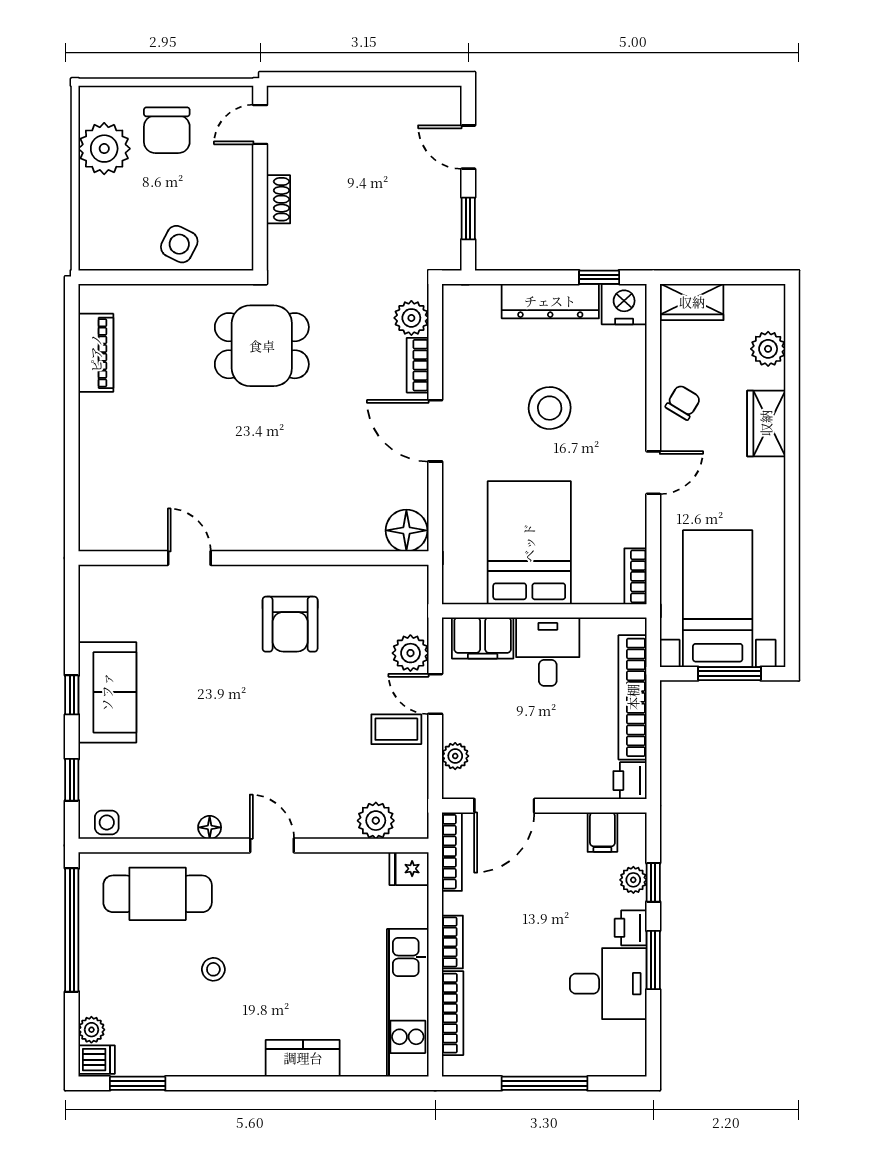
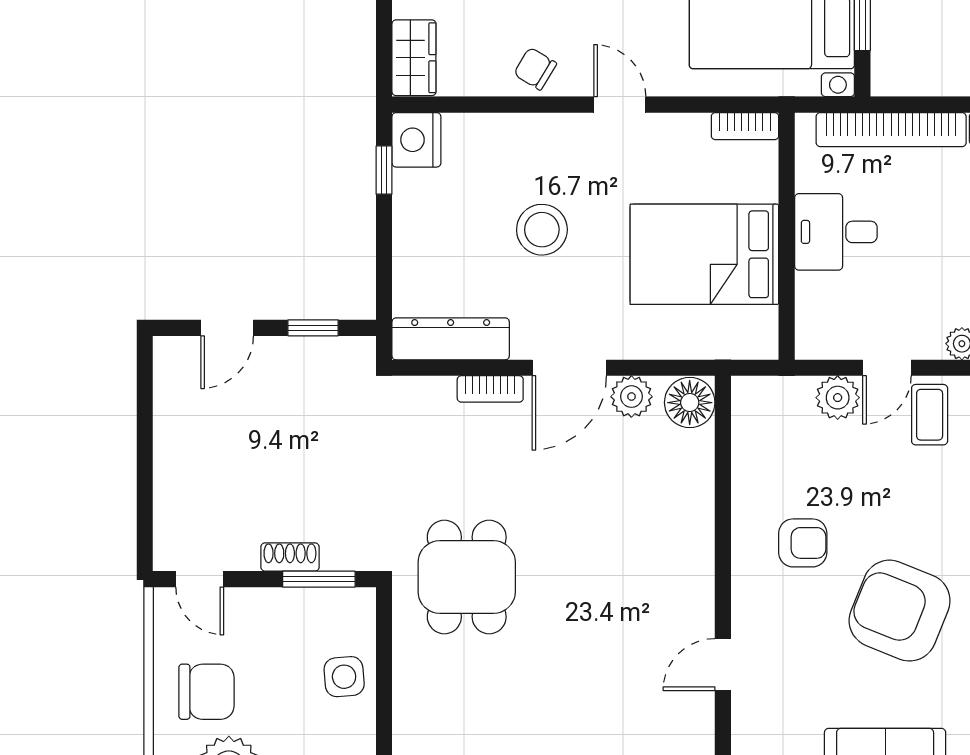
window: (260, 223) -> (319, 579), added
side table: (179, 244) -> (344, 677), turned -32
dresser: (550, 301) -> (451, 339), moved, turned -90
plant: (411, 318) -> (631, 397), moved
armchair: (290, 624) -> (803, 543), width x0.72, depth x0.72
filing cabinet: (483, 638) -> (819, 311), removed
armchair: (234, 704) -> (900, 611), added

